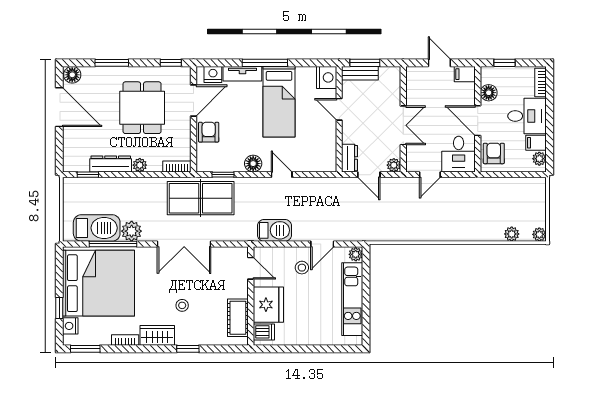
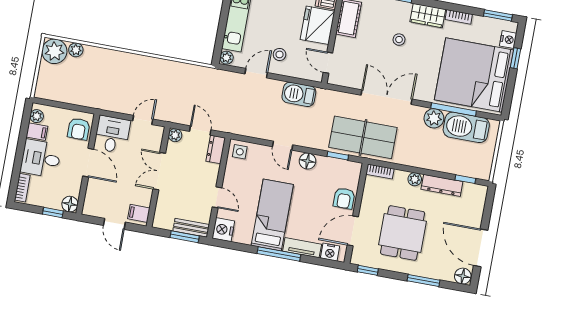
filing cabinet: (465, 74) -> (139, 213), moved, turned 180
floor lamp: (489, 93) -> (70, 204), moved
side table: (324, 160) -> (240, 152), added
plant: (539, 234) -> (54, 51), width x1.87, depth x1.87

